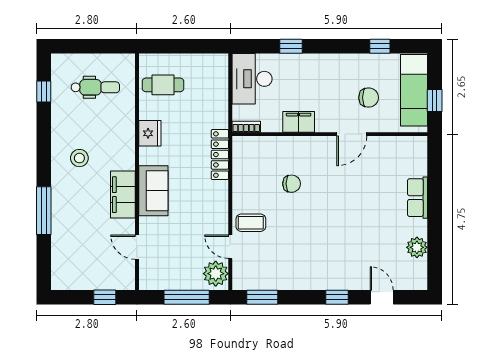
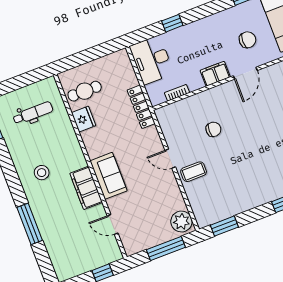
filing cabinet: (299, 122) -> (215, 74), moved
bookcase: (246, 127) -> (177, 93), moved
fridge: (150, 133) -> (84, 119), moved
locker: (220, 155) -> (141, 107), moved
door: (230, 247) -> (170, 159), moved

